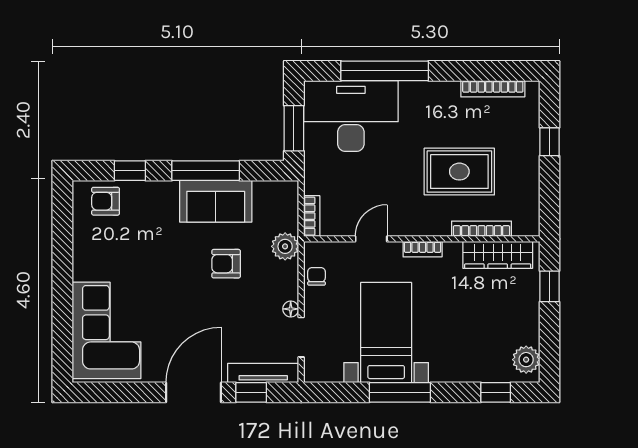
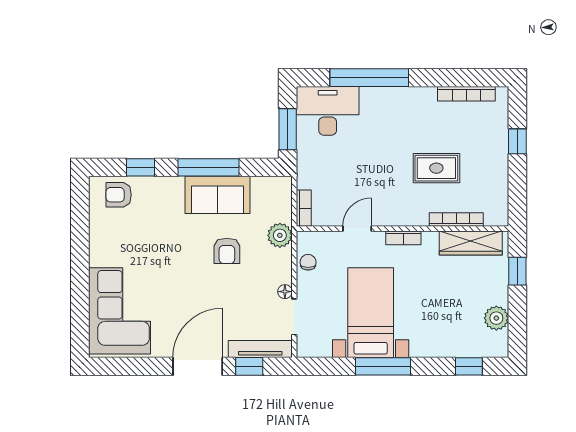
desk: (351, 116) -> (328, 111), width x0.73, depth x0.77
rug: (459, 172) -> (436, 168), width x0.73, depth x0.70
armchair: (226, 264) -> (227, 251), turned -90
plant: (526, 360) -> (496, 318), moved

